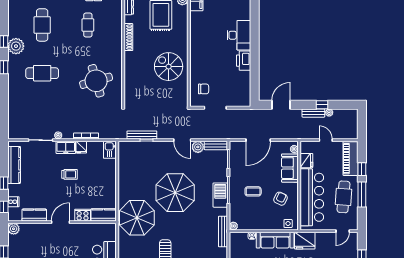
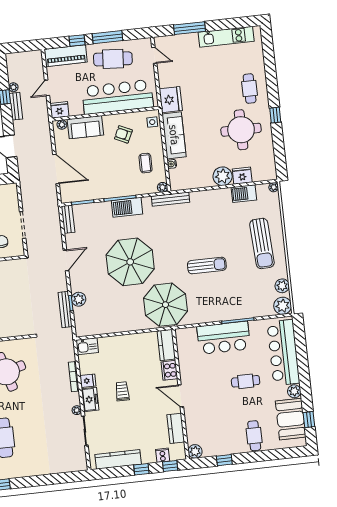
plant: (198, 147) -> (79, 299), moved
fridge: (306, 161) -> (59, 110), moved
coffee table: (253, 191) -> (146, 163), moved

